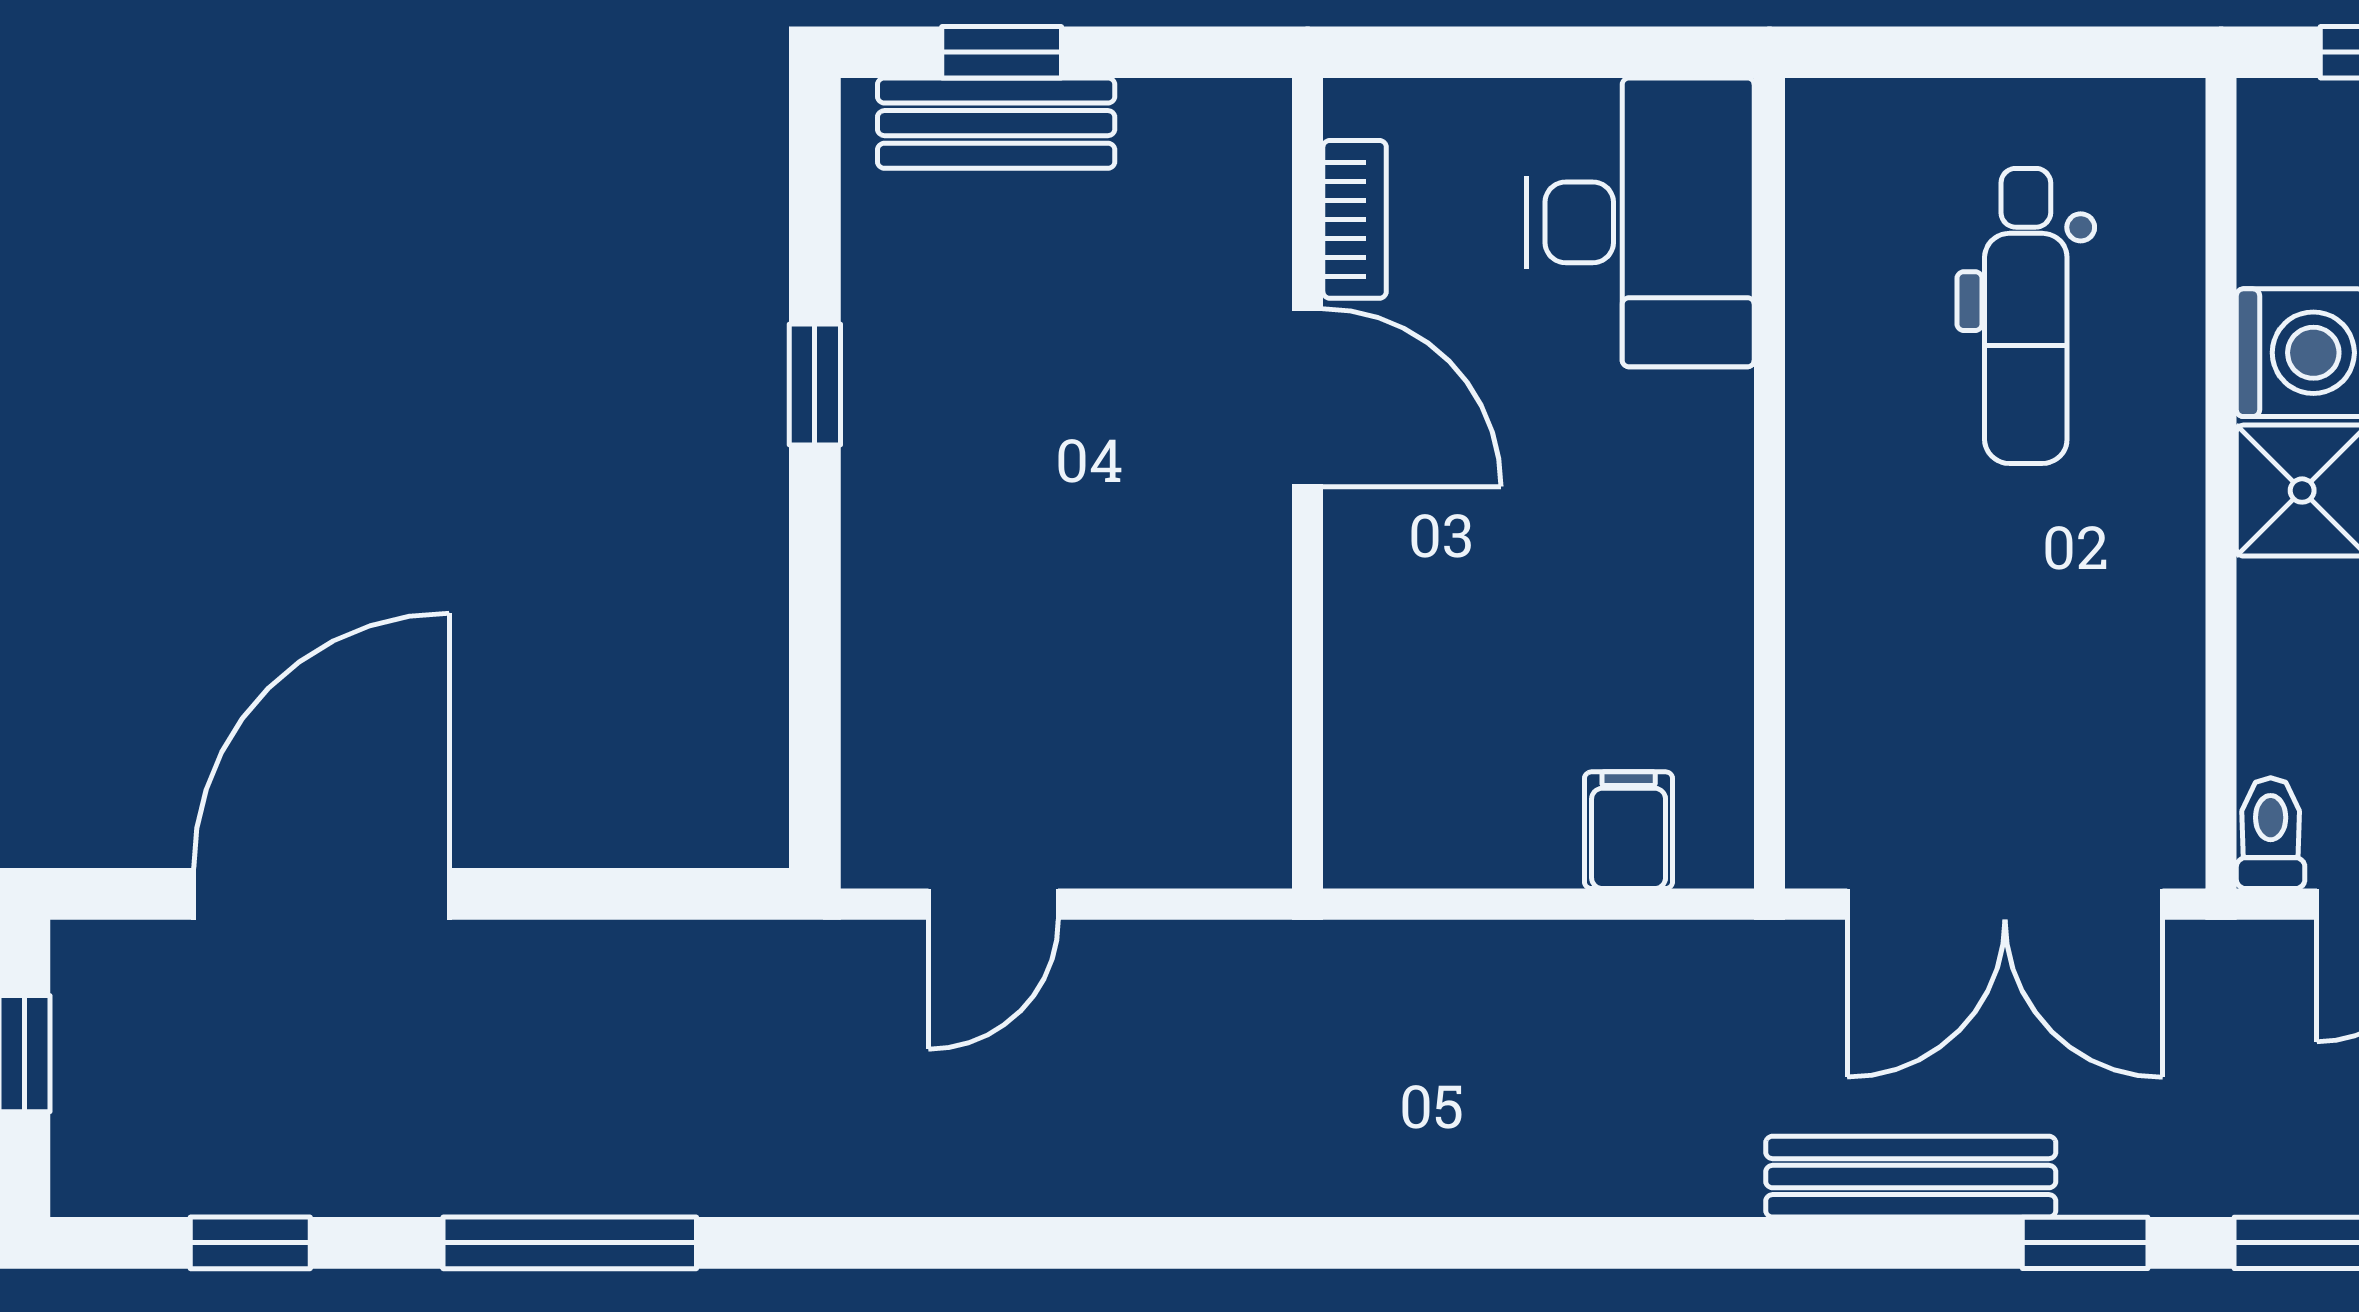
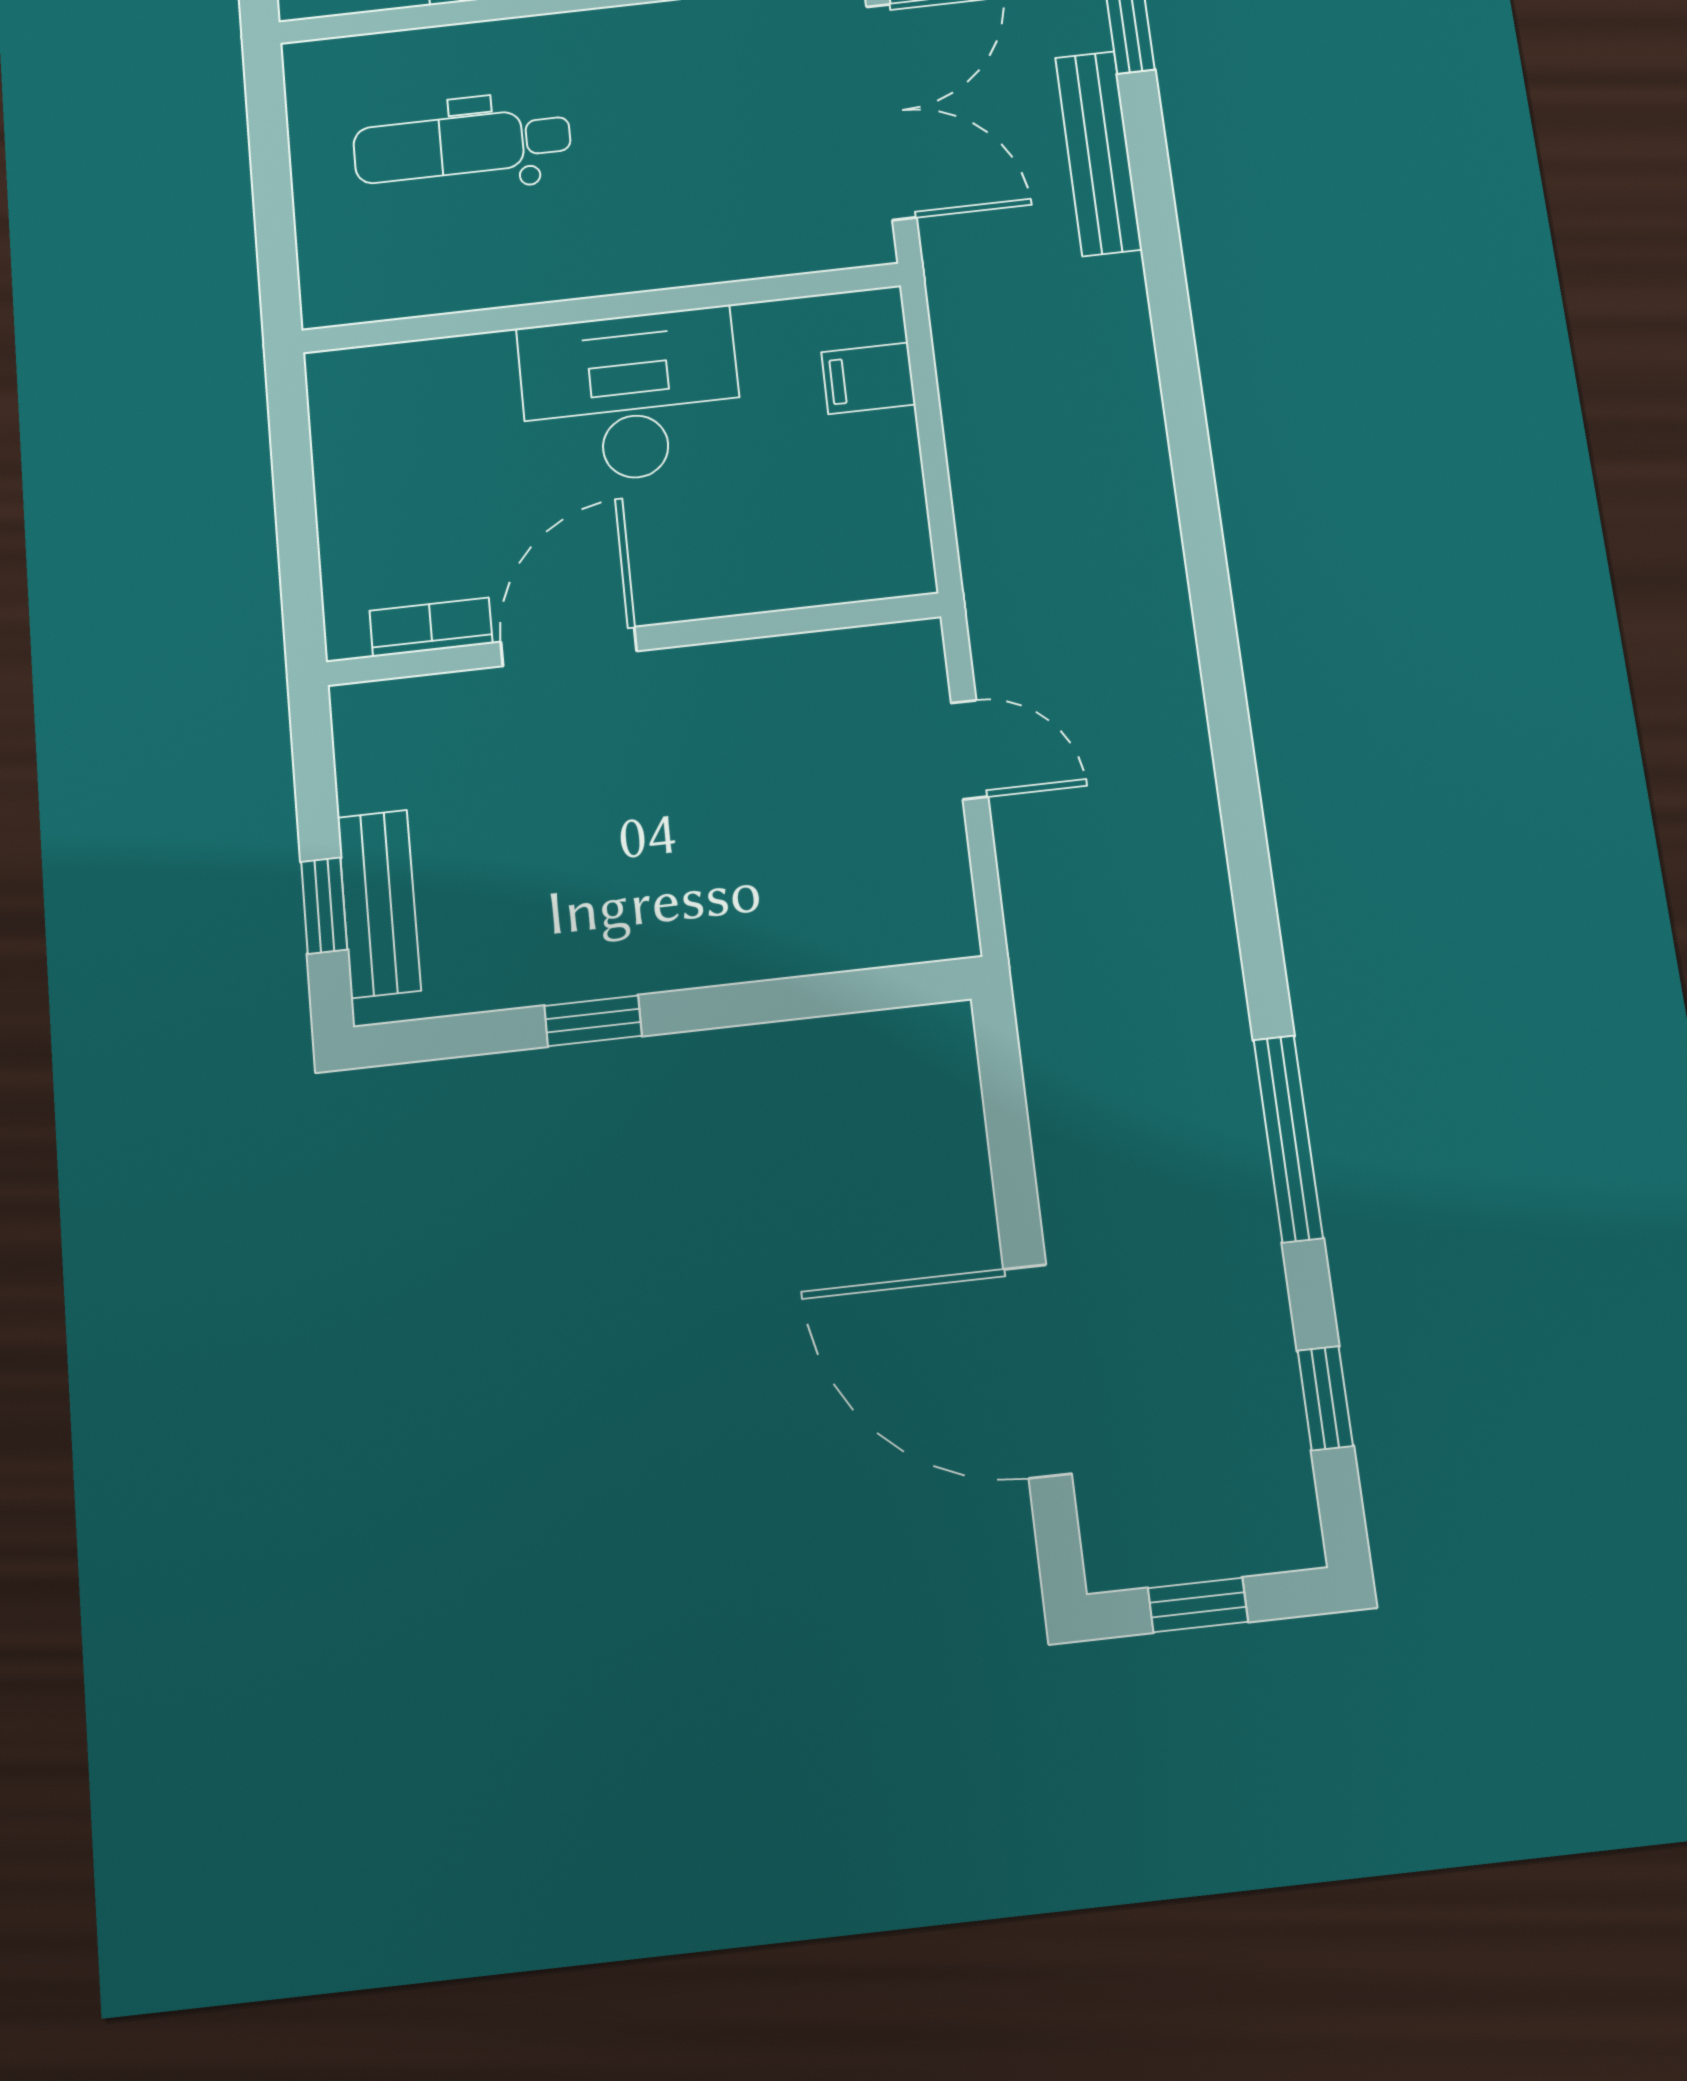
desk: (1641, 222) -> (631, 396), moved
dental chair: (2026, 316) -> (462, 145), turned 180
door: (993, 904) -> (970, 750), moved

